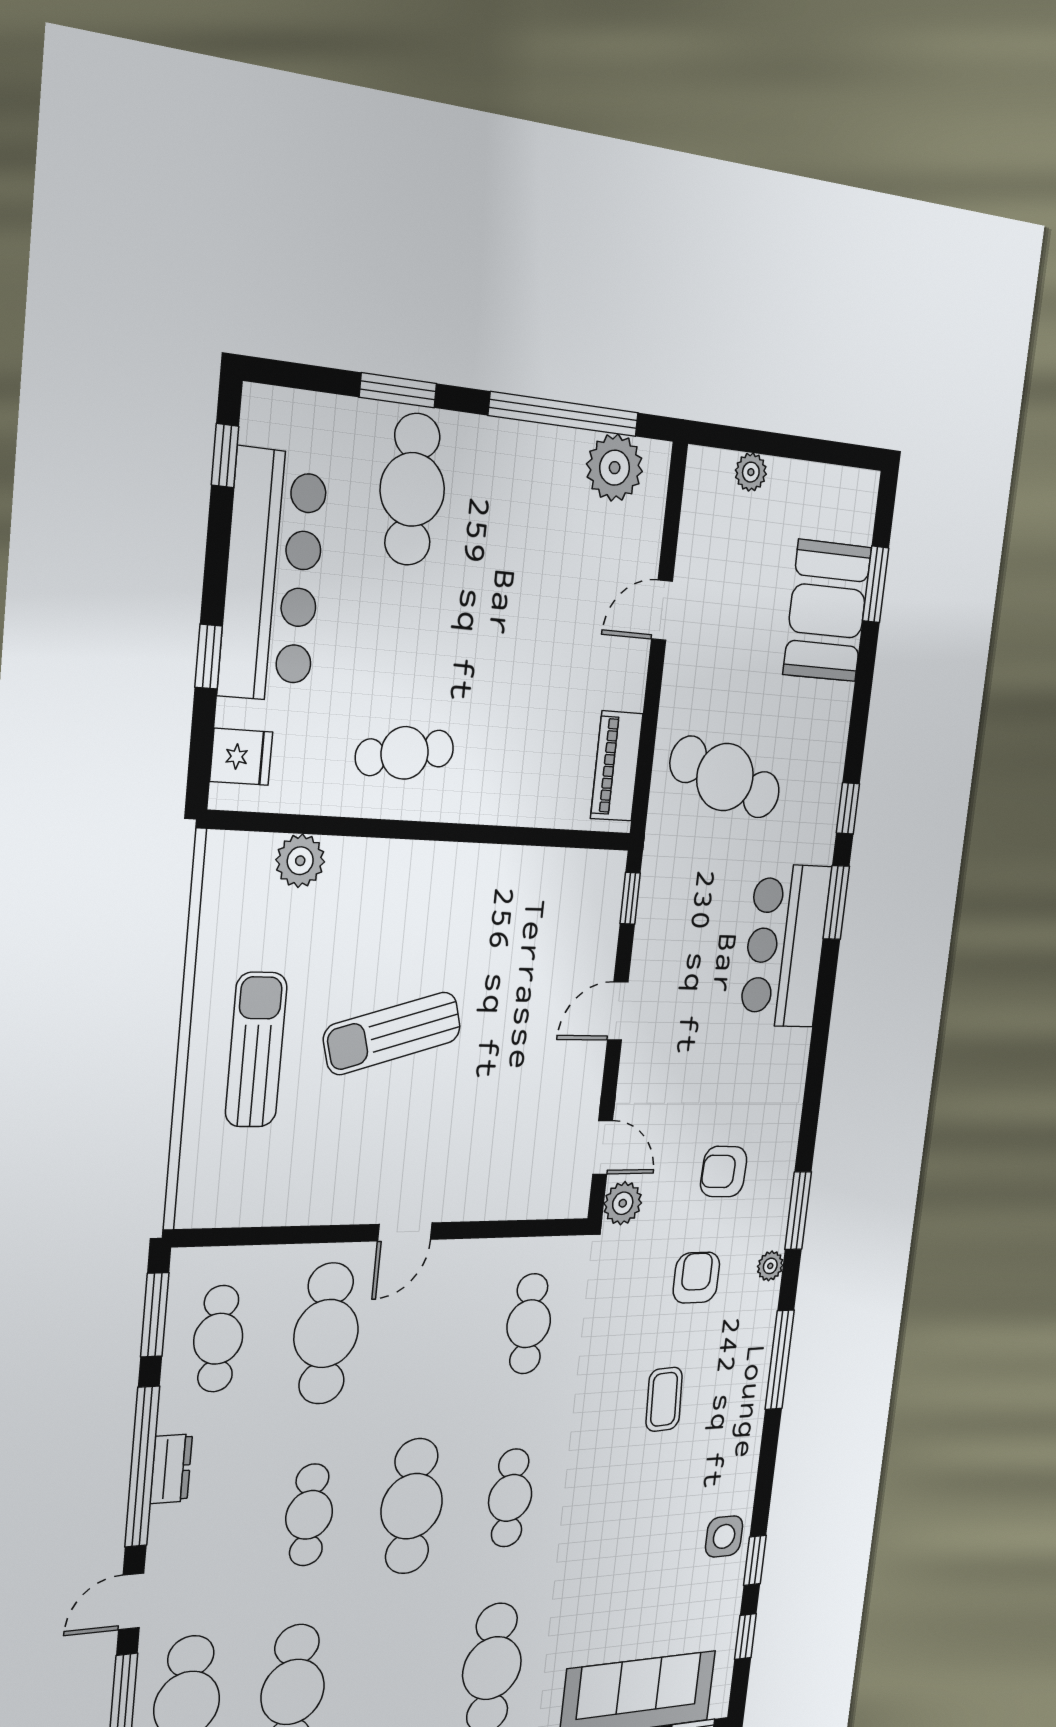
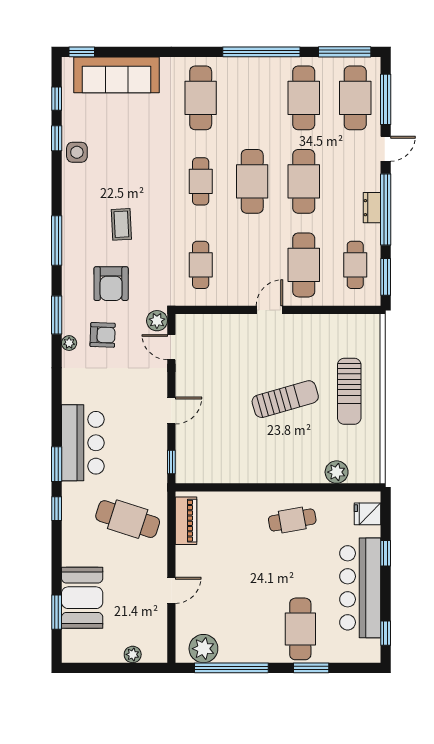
plant: (770, 1266) -> (69, 343), moved
armchair: (696, 1278) -> (111, 284), width x1.38, depth x1.38
cafe table: (309, 1515) -> (304, 181), width x1.37, depth x1.35

